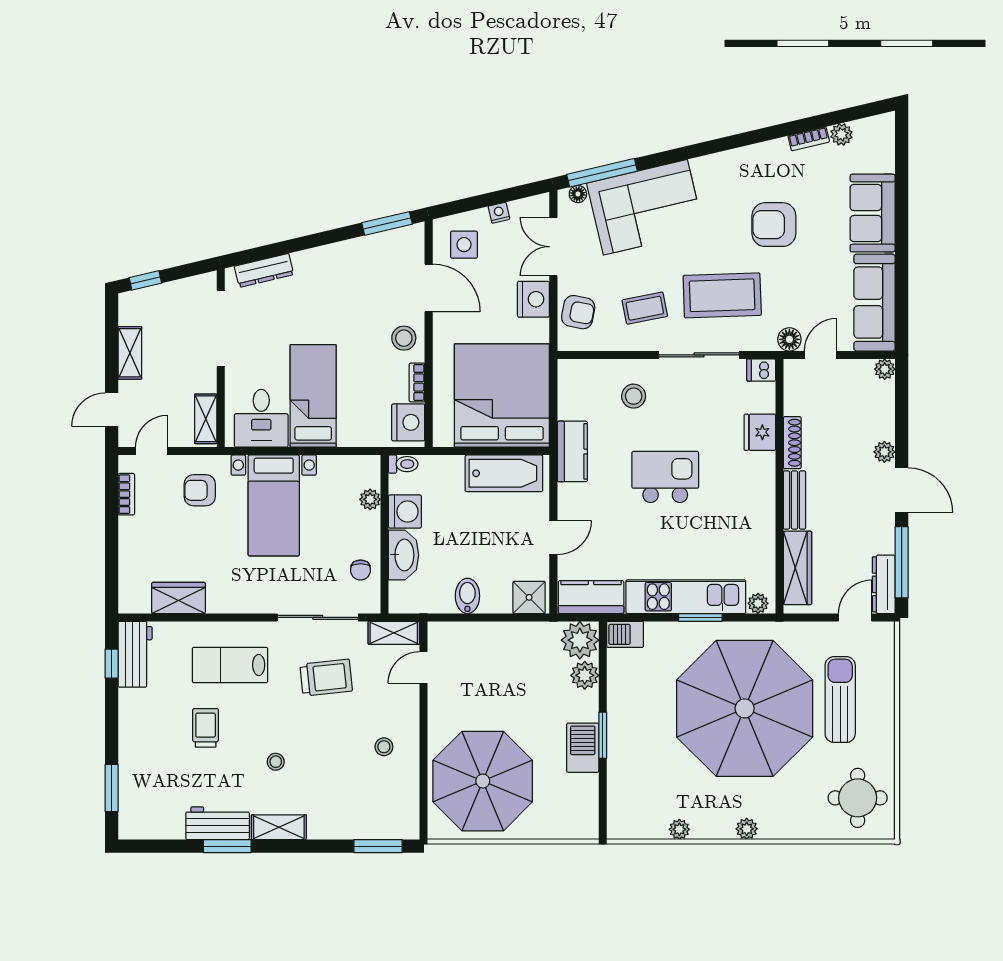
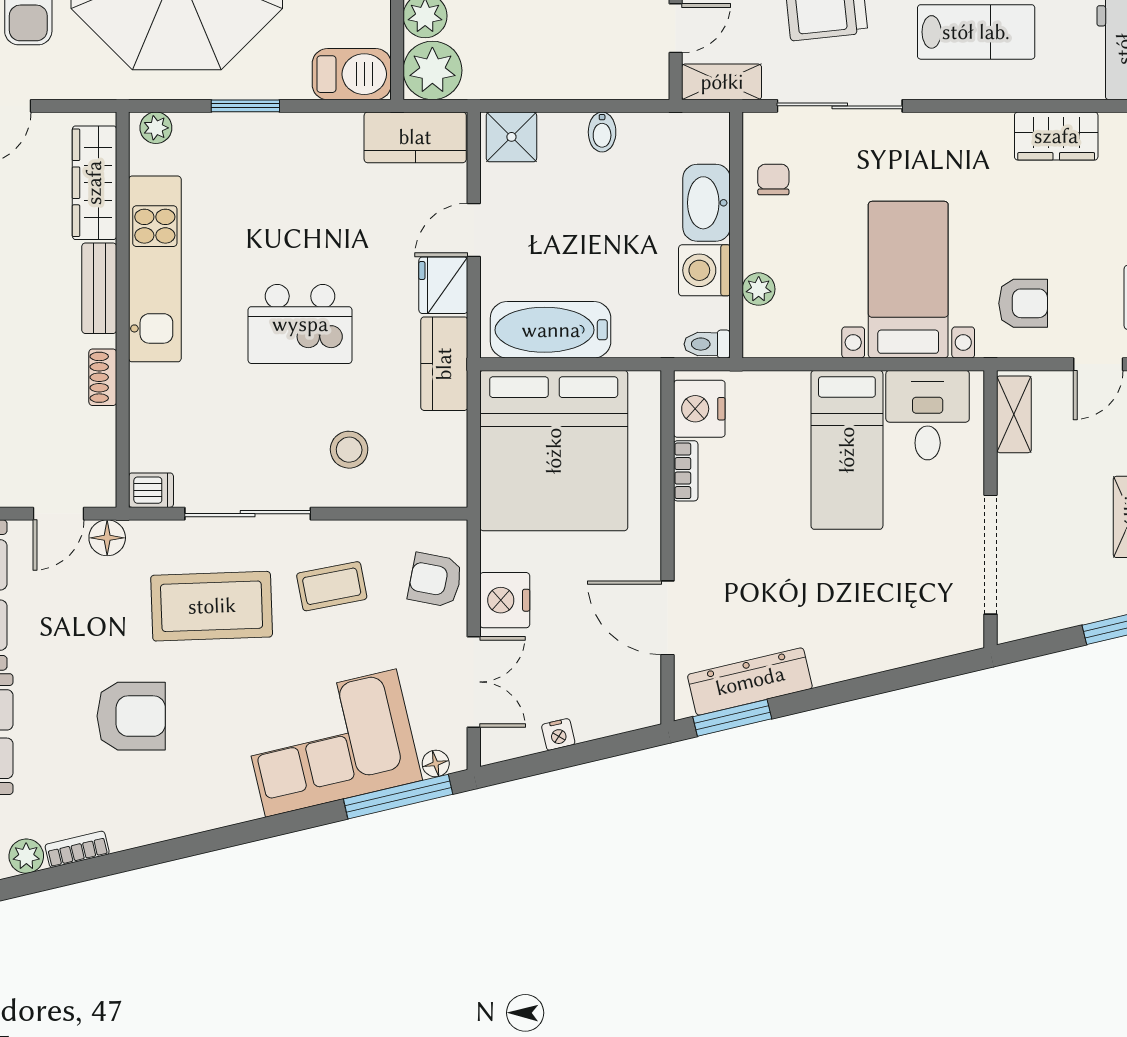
side table: (464, 245) -> (613, 685), removed
dresser: (264, 270) -> (750, 681), moved, width x1.37, depth x1.24
stool: (404, 338) -> (706, 540), removed
fridge: (760, 432) -> (443, 285), moved, turned 180
shoe rack: (792, 443) -> (103, 377), width x0.70
bidet: (467, 596) -> (602, 132), width x0.72, depth x0.74
kitchen unit: (686, 597) -> (155, 269), moved, turned -90
barbecue: (625, 634) -> (352, 74), width x1.38, depth x1.27

